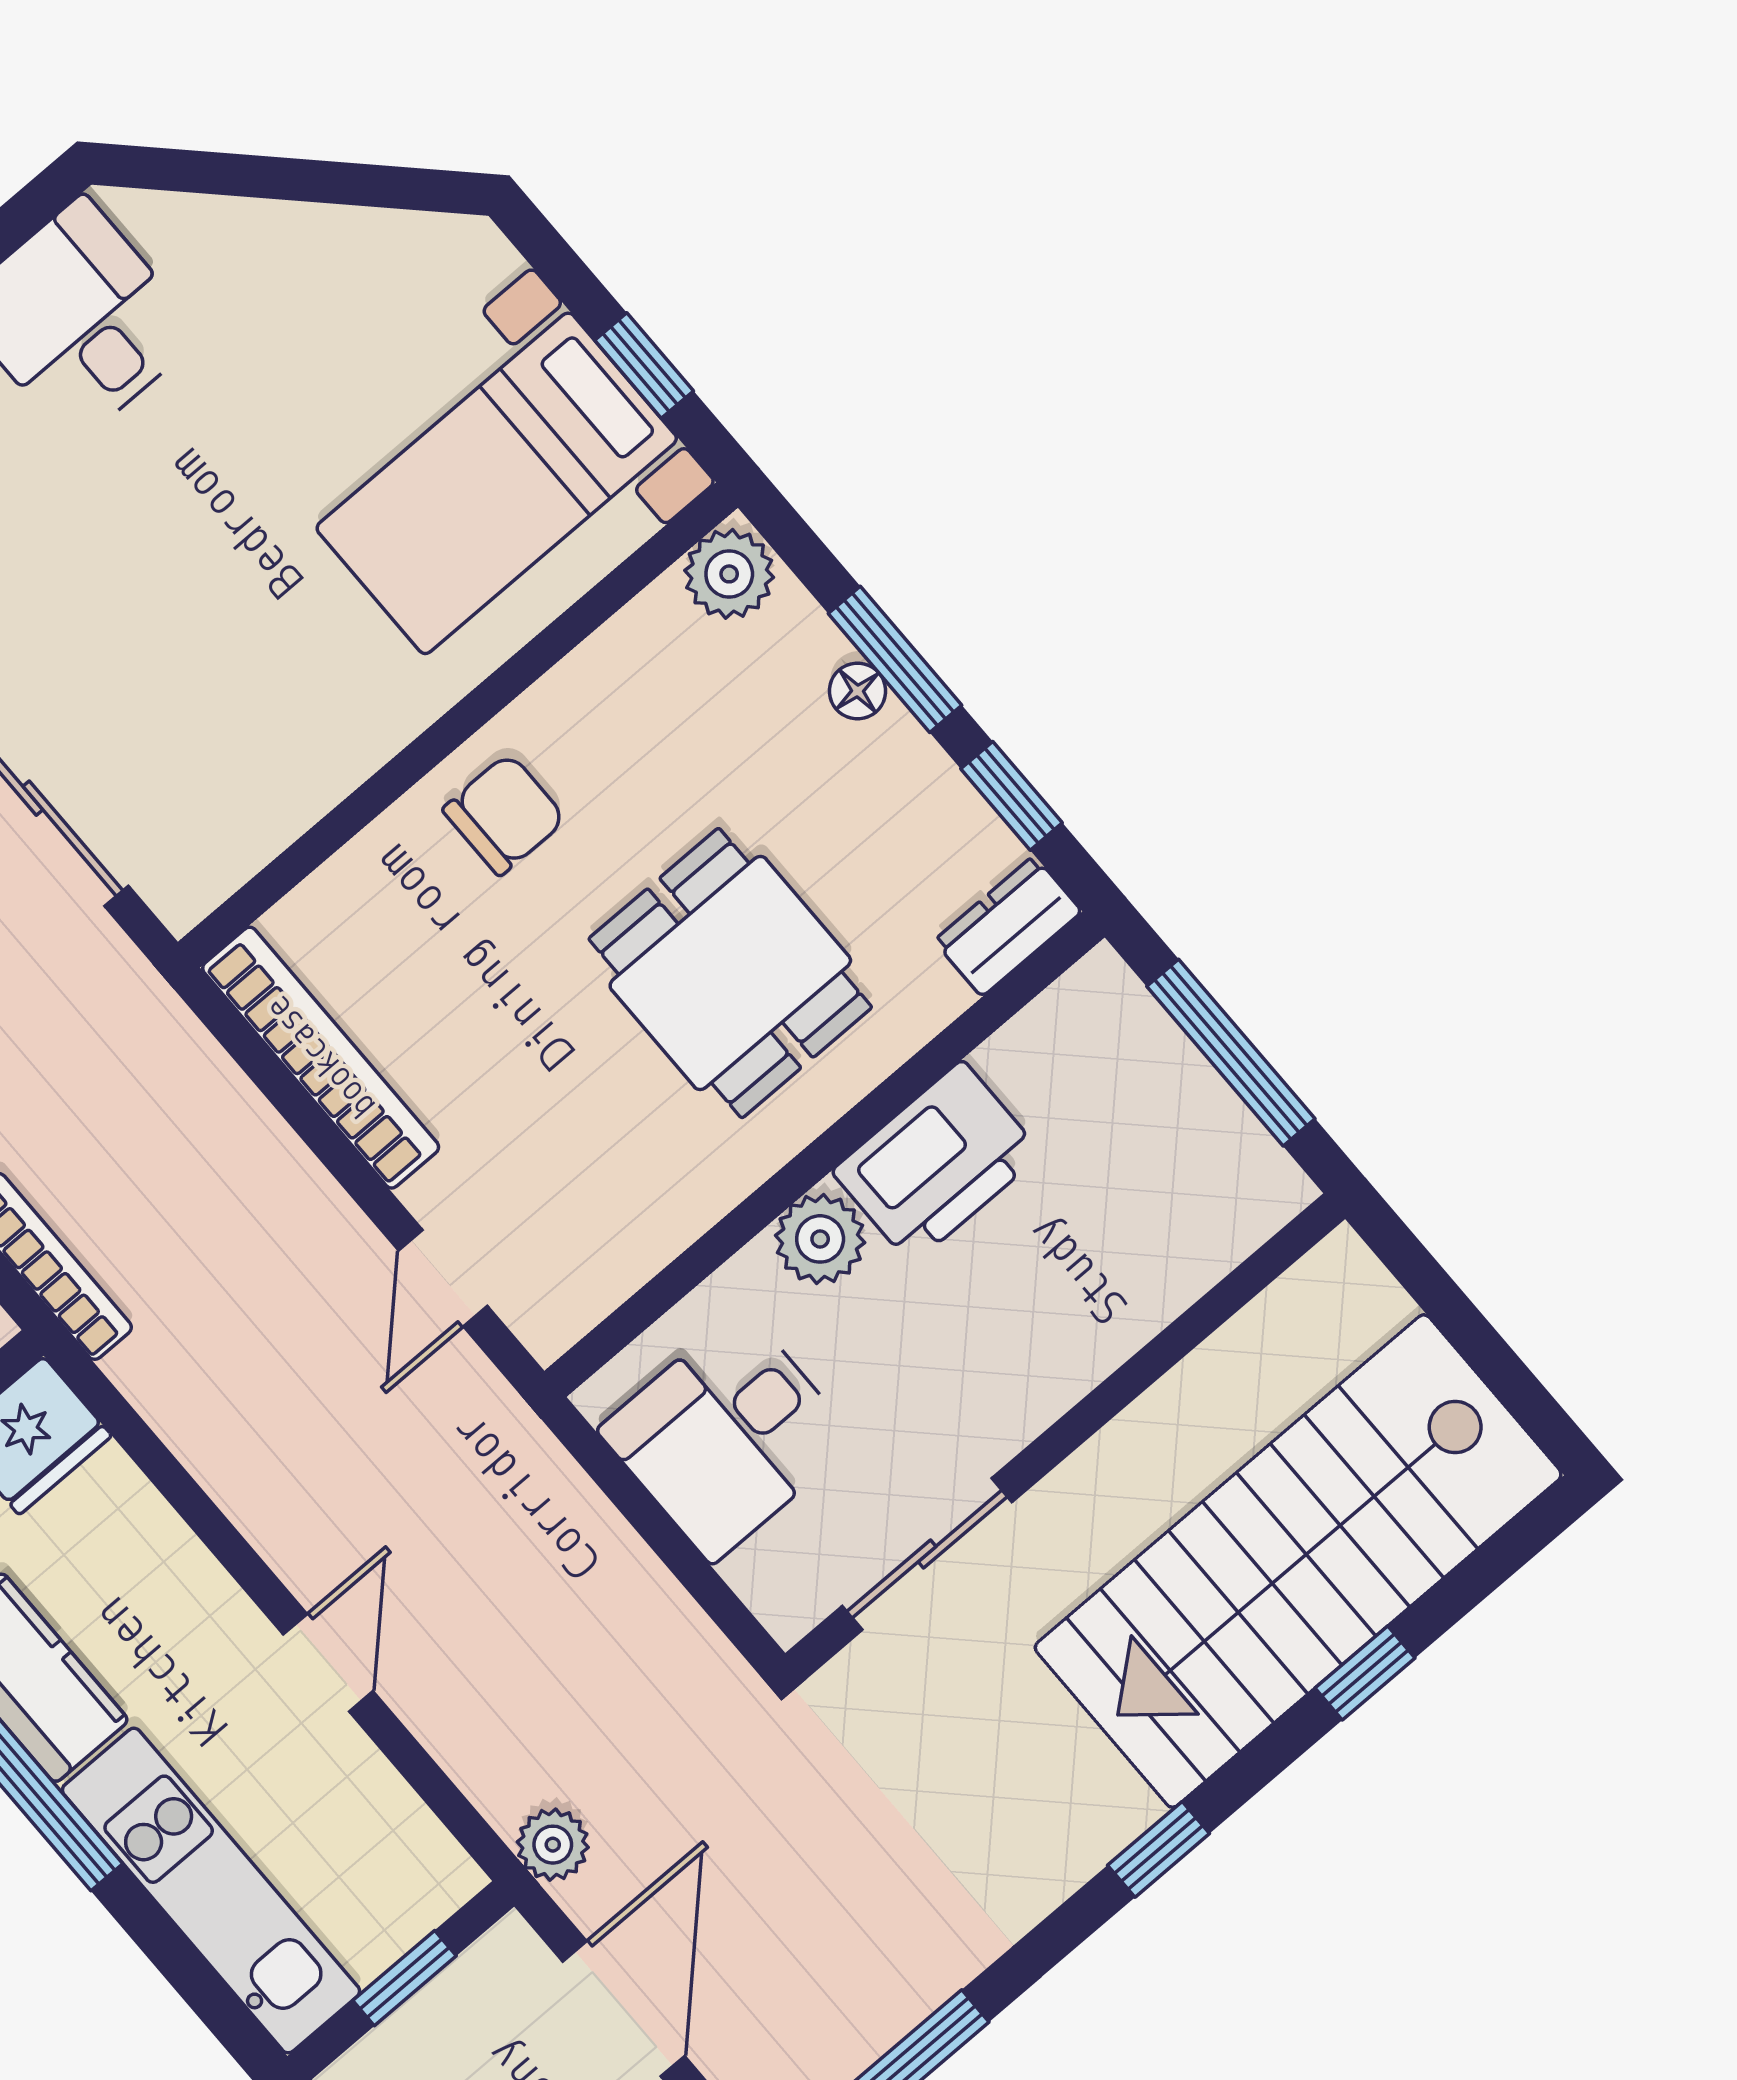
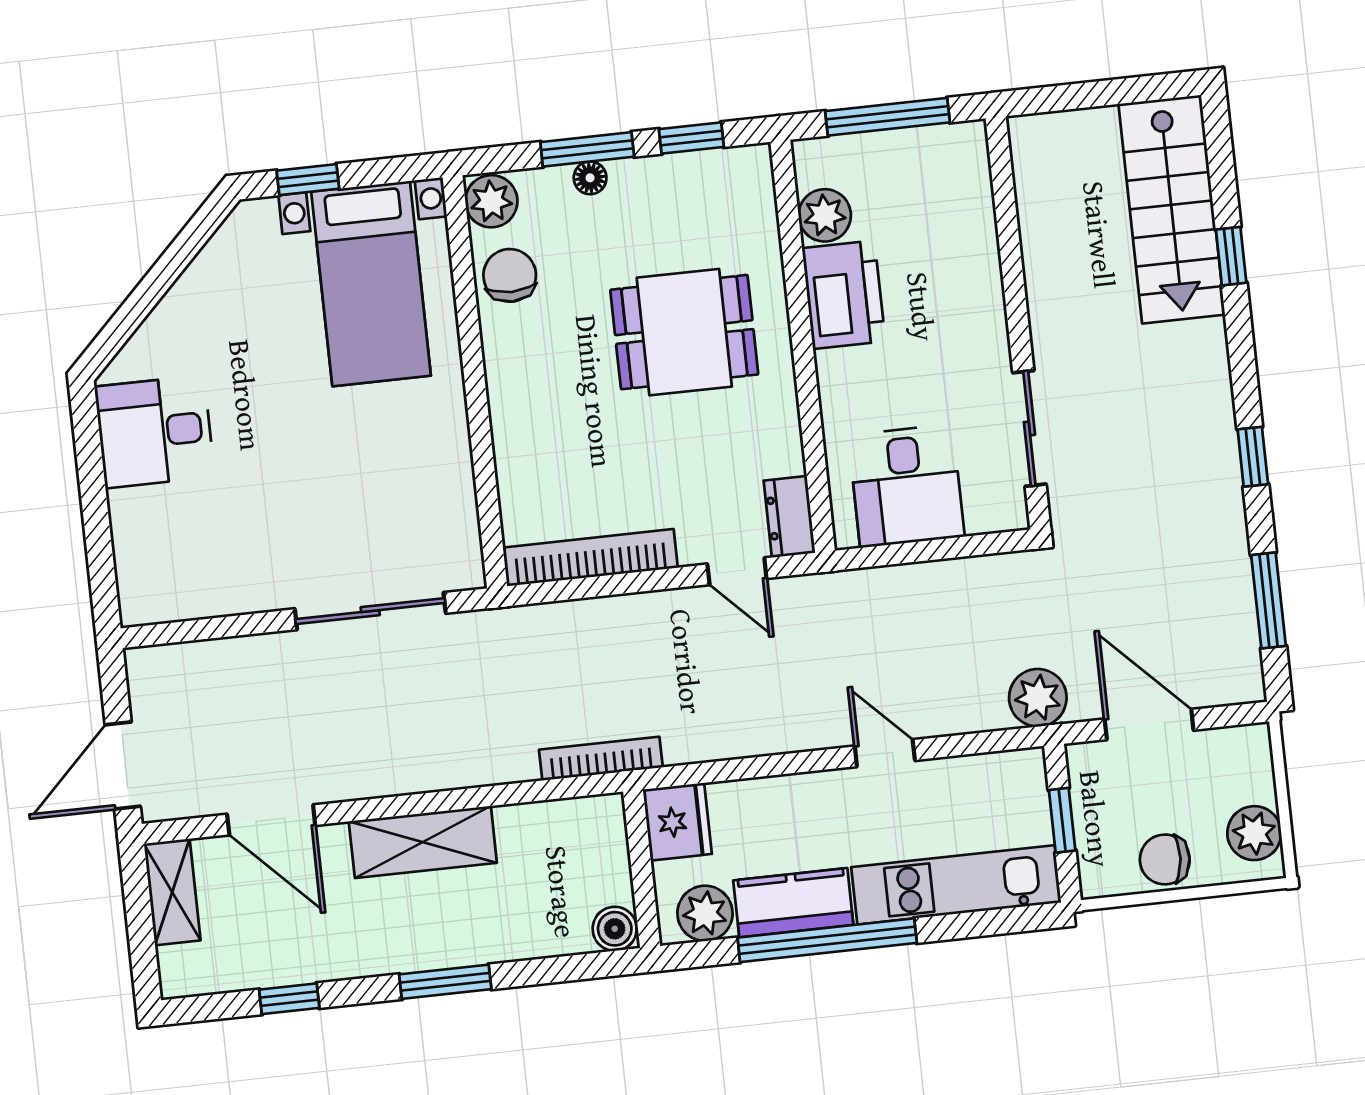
window: (644, 366) -> (308, 180), moved
chair: (504, 814) -> (510, 275), moved
dresser: (1008, 926) -> (789, 517), moved
plant: (820, 1239) -> (825, 215), moved
stairs: (1298, 1561) -> (1172, 209), width x0.73, depth x0.66
plant: (553, 1845) -> (1038, 698), width x1.38, depth x1.38
window: (1159, 1849) -> (1253, 457), moved

